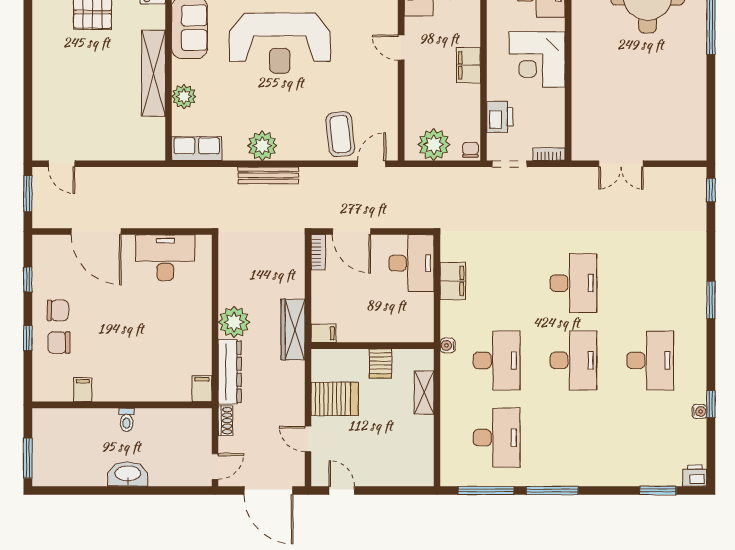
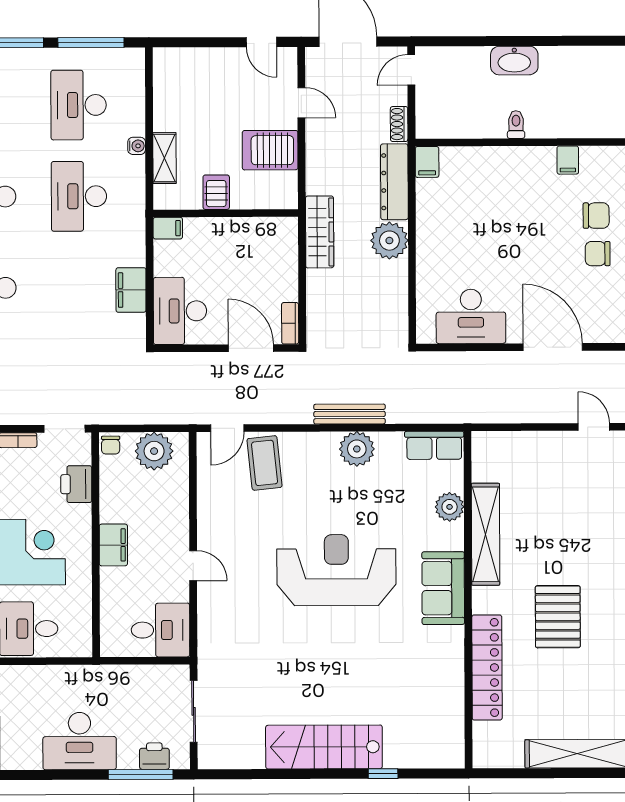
filing cabinet: (324, 333) -> (168, 228), moved, turned 180
water cooler: (448, 345) -> (137, 146), moved

